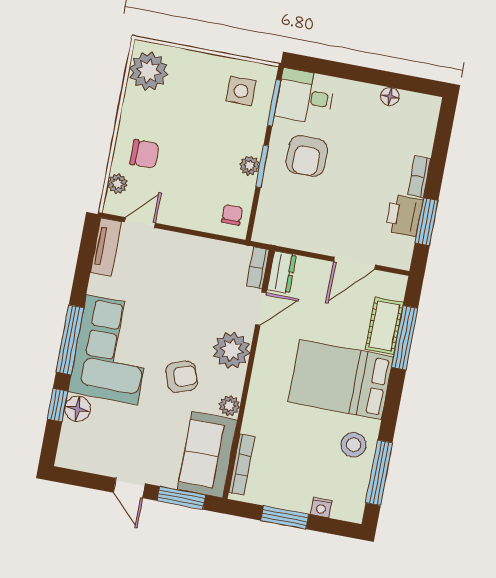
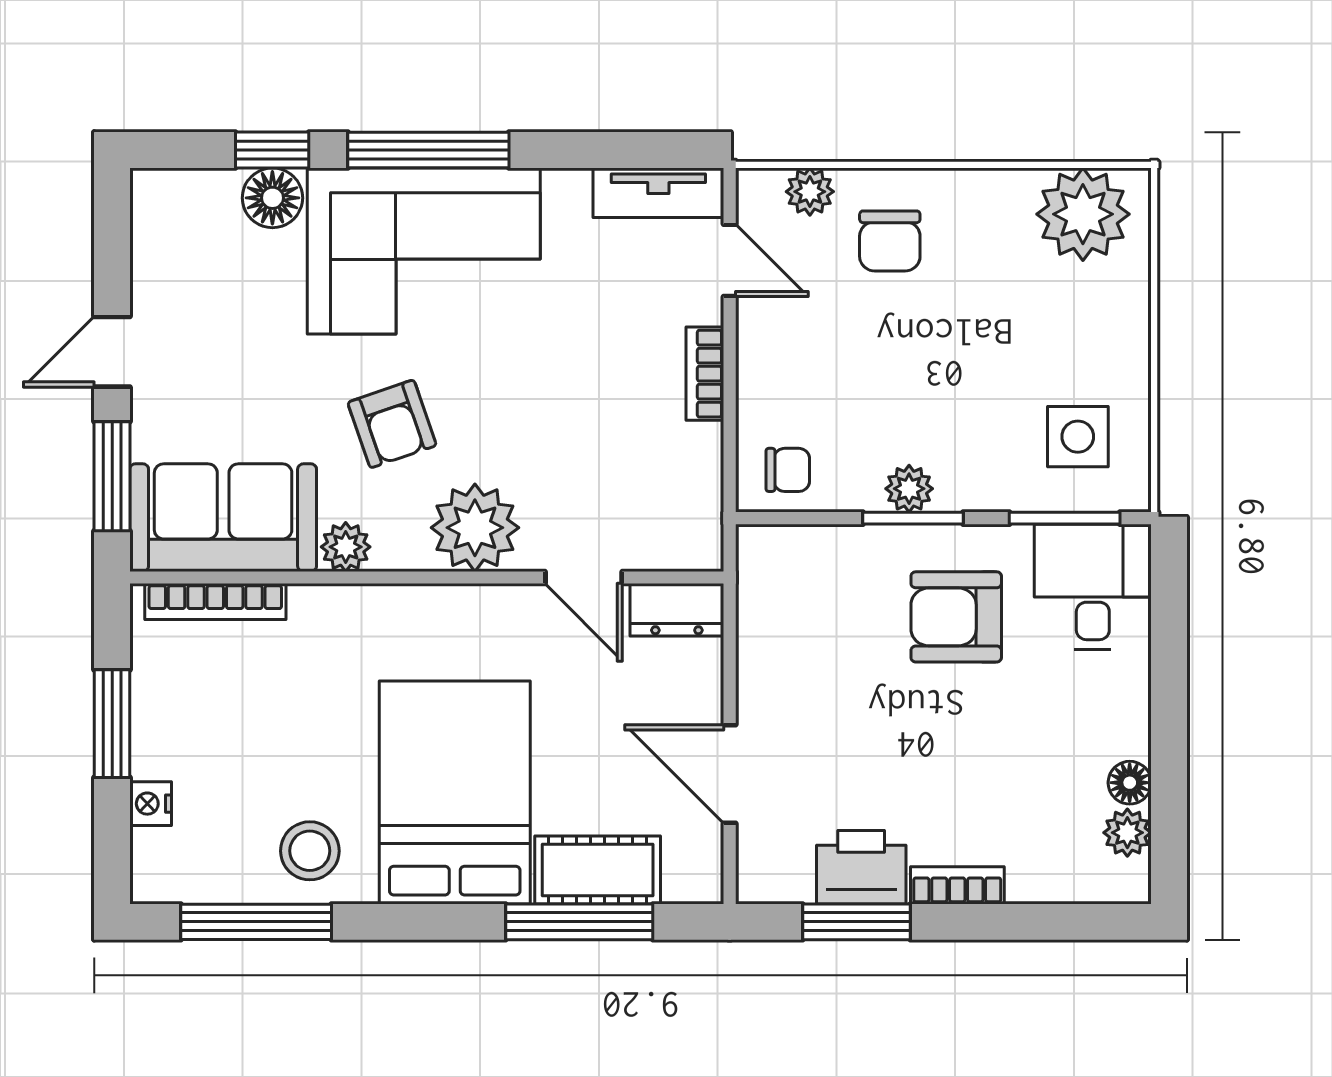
plant: (411, 101) -> (1127, 833), added
bookcase: (258, 268) -> (705, 374), moved, turned -90

